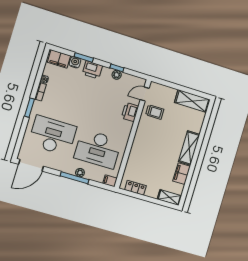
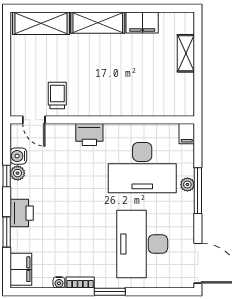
water cooler: (75, 62) -> (18, 156), moved
shelving: (192, 101) -> (41, 23), moved, turned 90
printer: (130, 112) -> (89, 135), moved
desk: (98, 149) -> (142, 168), turned 90
locker: (135, 188) -> (186, 90), removed
shelving: (169, 197) -> (186, 53), moved

